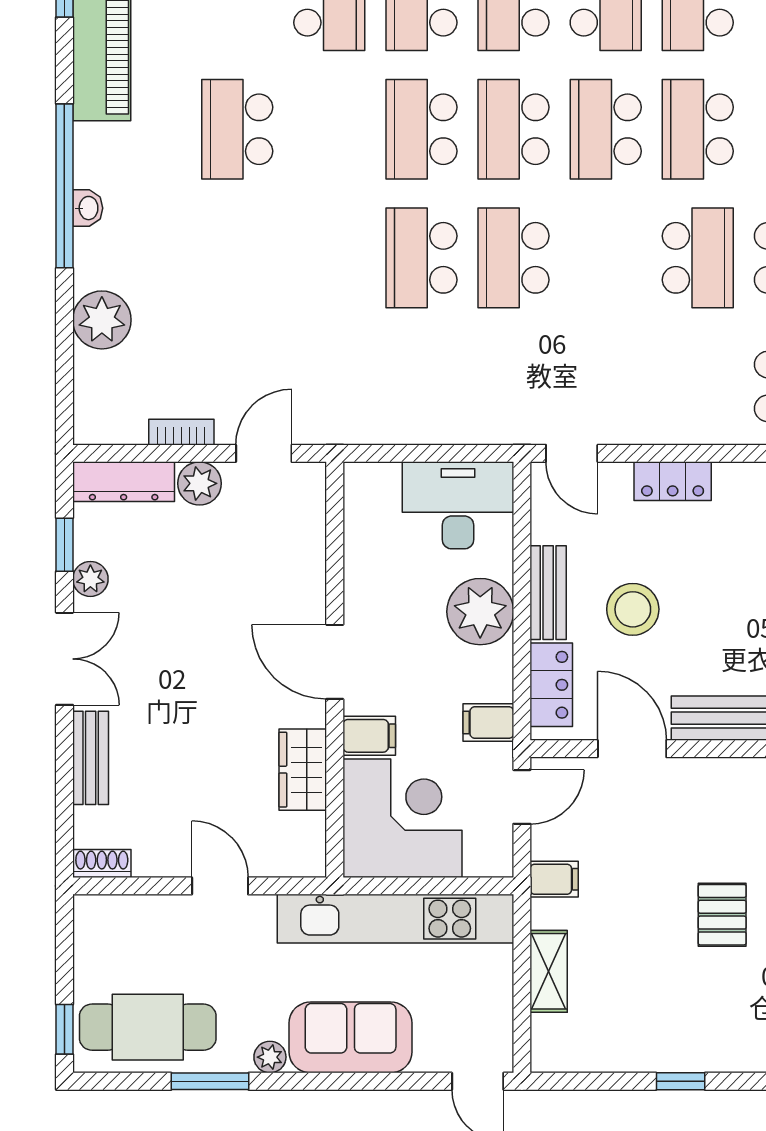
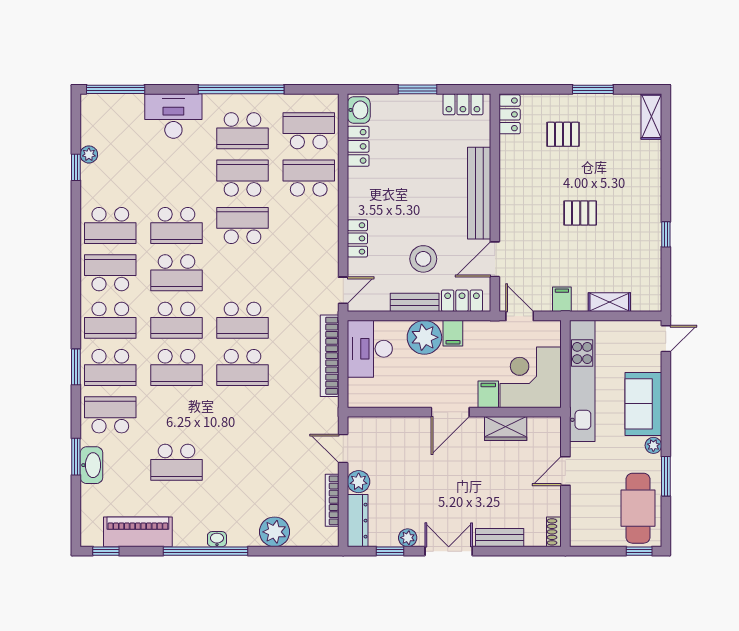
bookcase: (444, 427) -> (330, 356), added
bookcase: (181, 432) -> (332, 500), width x1.56
filing cabinet: (488, 722) -> (453, 333), moved

